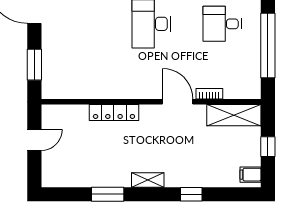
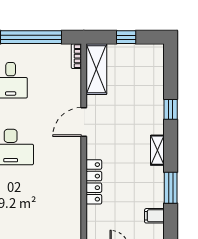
bookcase: (209, 94) -> (76, 56), moved
filing cabinet: (251, 175) -> (154, 216), moved, turned 90

